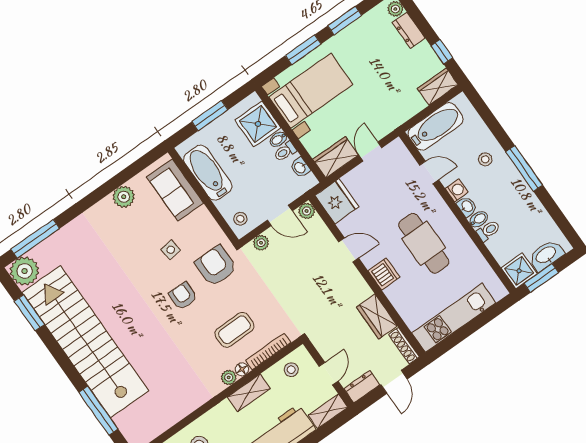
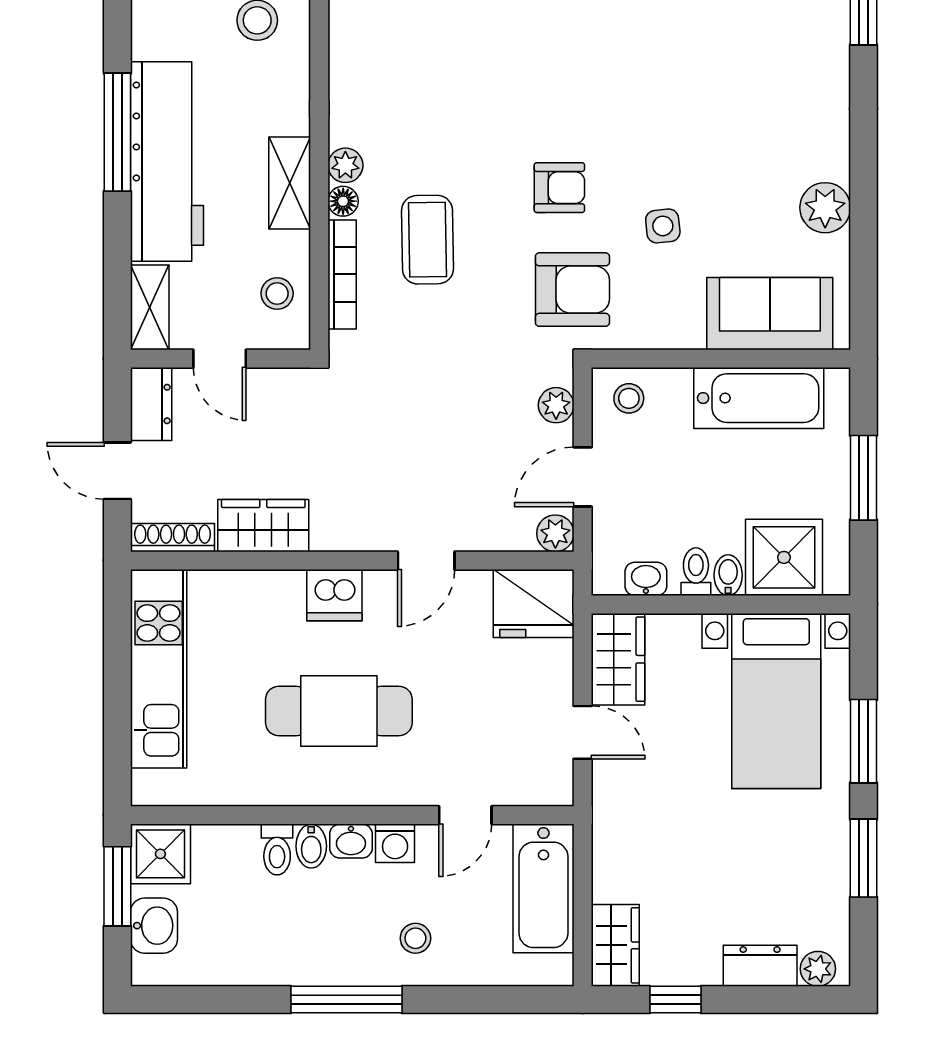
washbasin: (546, 255) -> (154, 926), width x0.72

